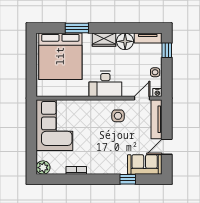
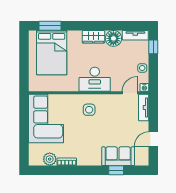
window: (77, 28) -> (50, 26), moved
bed: (60, 56) -> (52, 53), width x0.73
side table: (118, 116) -> (89, 110), moved
tv unit: (157, 119) -> (144, 108), width x0.71
sofa: (145, 164) -> (118, 156), moved
plant: (43, 168) -> (50, 159), moved

